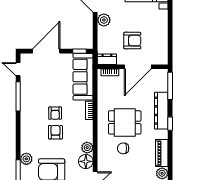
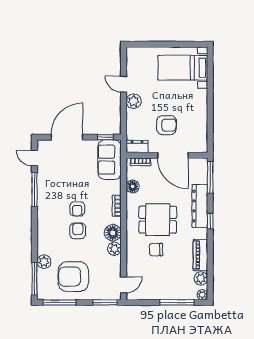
door: (138, 67) -> (173, 155), hinge flipped
sofa: (83, 77) -> (109, 160), width x0.73
floor lamp: (103, 94) -> (133, 186), added
floor lamp: (86, 161) -> (113, 233), moved

